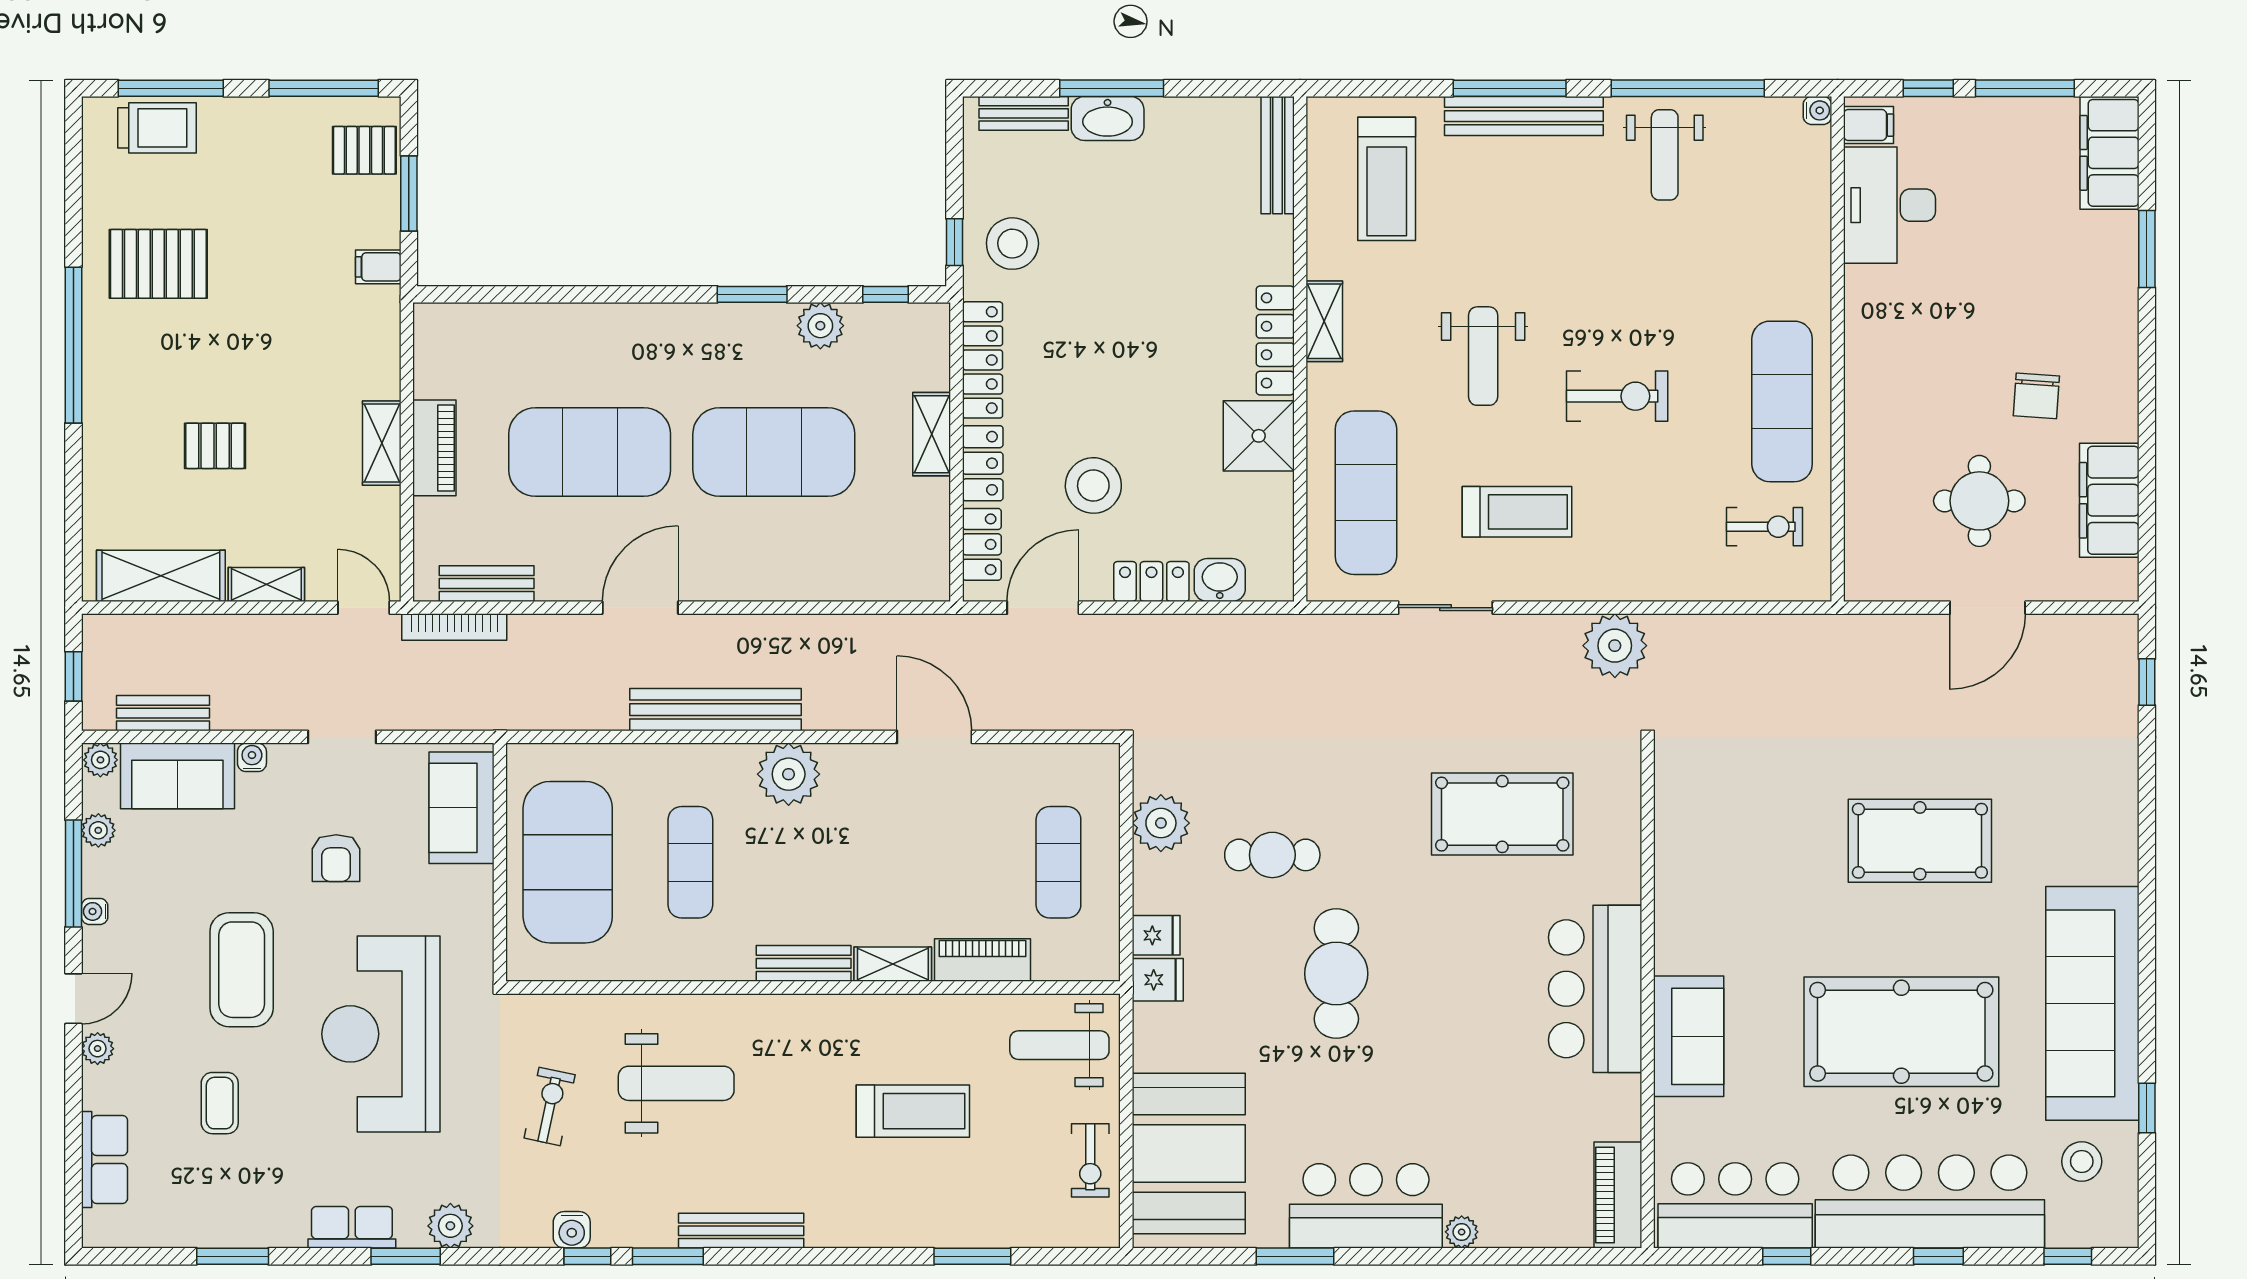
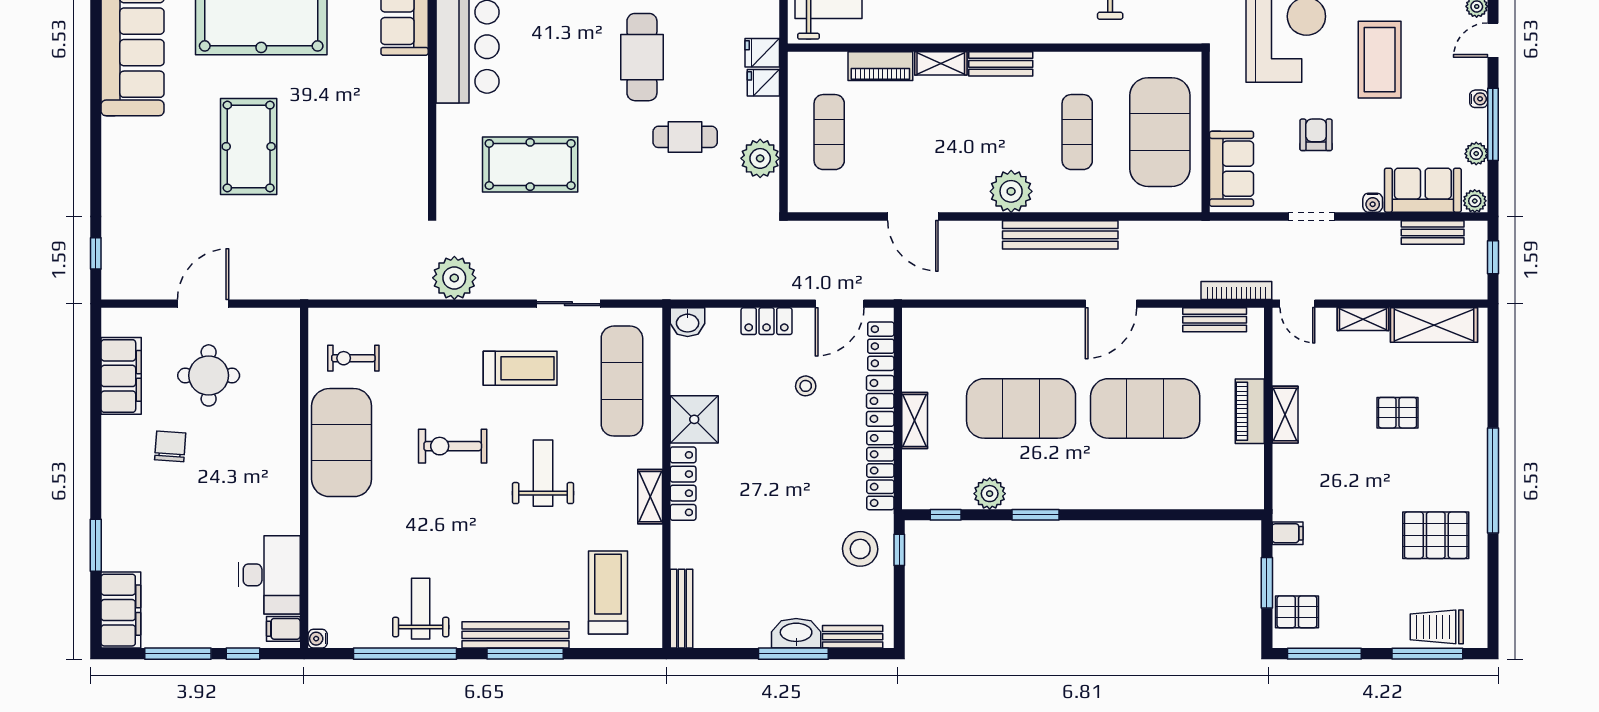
exercise mat: (1782, 401) -> (342, 443), width x1.47
stool: (1093, 485) -> (806, 386), width x0.53, depth x0.53
treadmill: (1517, 512) -> (520, 368), turned 180
washbasin: (1220, 580) -> (688, 322), moved
pool table: (1920, 841) -> (249, 146), turned 90

